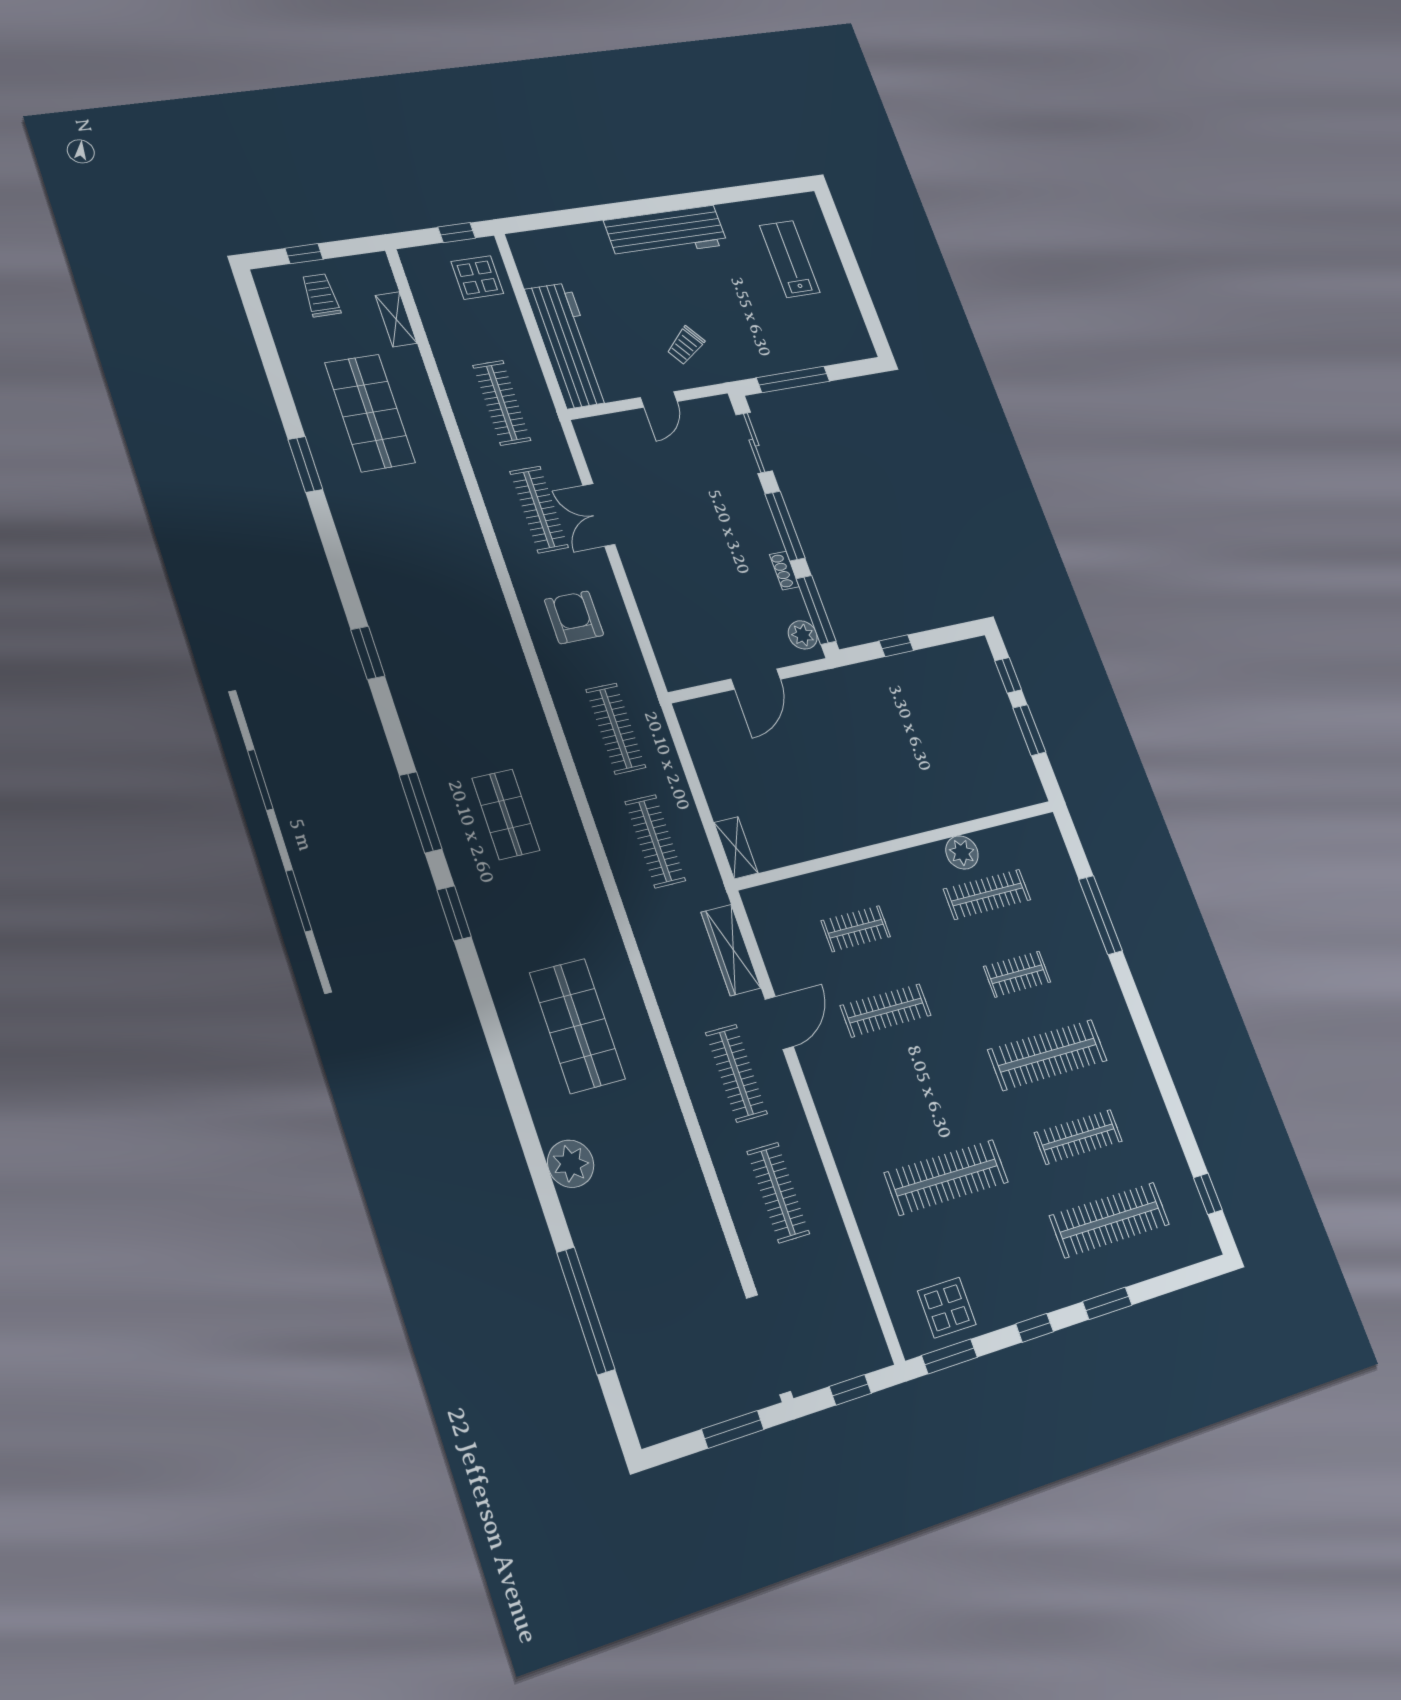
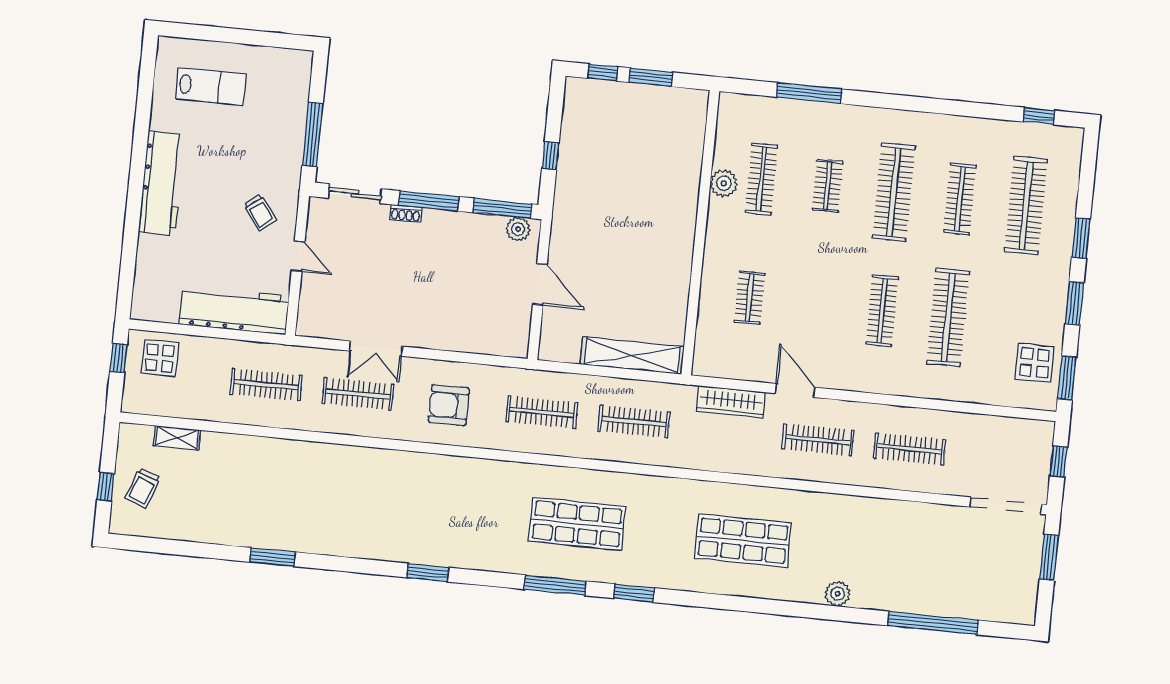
lab bench: (790, 259) -> (211, 87), turned 180
trolley: (321, 295) -> (143, 488), turned -70
shop shelf: (370, 413) -> (246, 491), removed
shoe rack: (784, 571) -> (406, 213), moved
shop shelf: (506, 814) -> (577, 524), width x1.43, depth x1.36
shelving: (736, 848) -> (632, 355), width x2.20, depth x1.33
clothes rail: (886, 1010) -> (882, 311), moved
plant: (571, 1164) -> (838, 594), width x0.73, depth x0.73
window: (1035, 1328) -> (1074, 303), width x1.50

